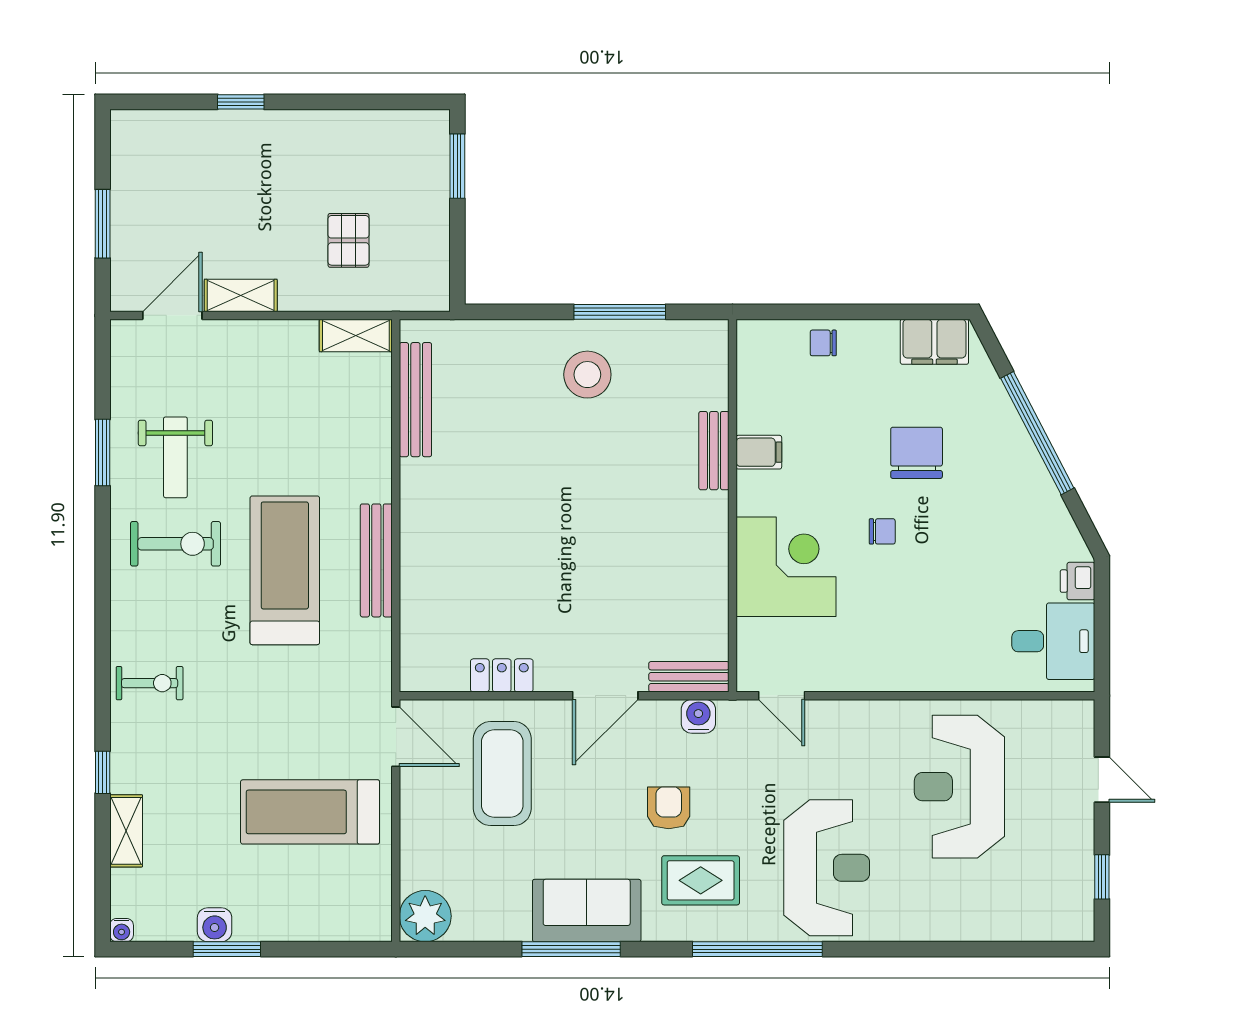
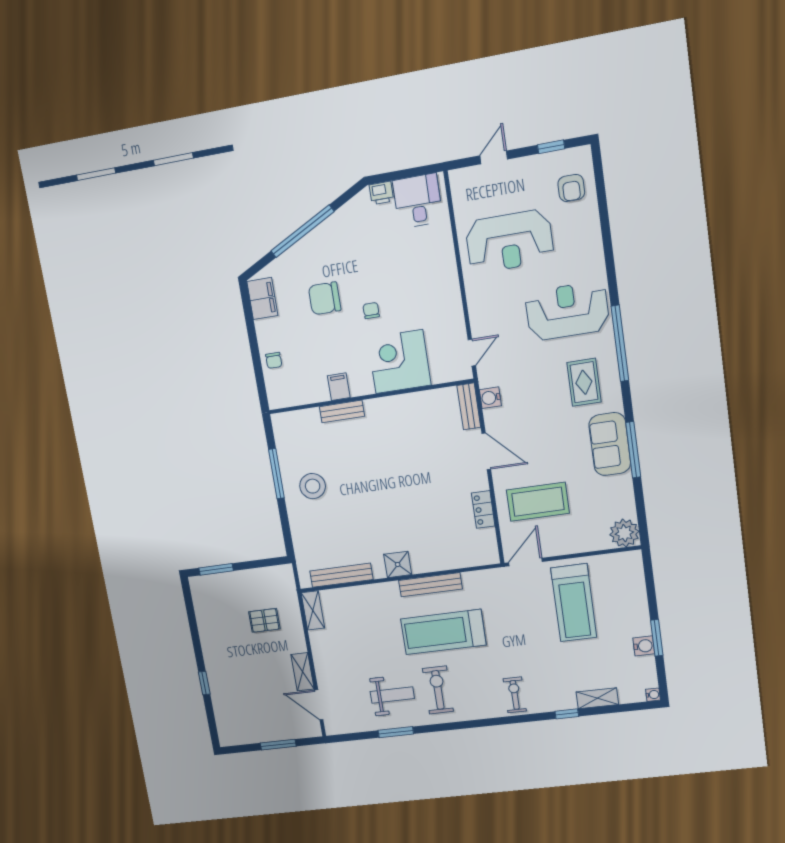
shower: (422, 506) -> (398, 564), added
armchair: (669, 808) -> (571, 188), moved, turned -90

